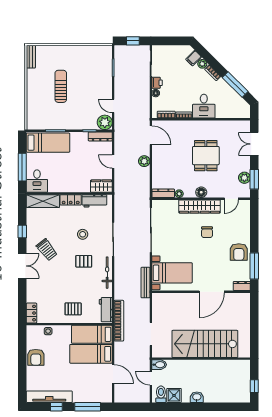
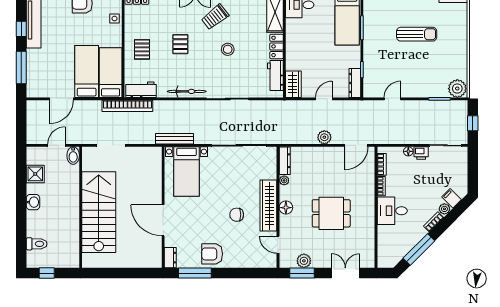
plant: (105, 122) -> (457, 89), moved
stool: (83, 234) -> (228, 49), moved
pallet: (84, 261) -> (180, 44), moved
toilet: (161, 394) -> (37, 244), moved

